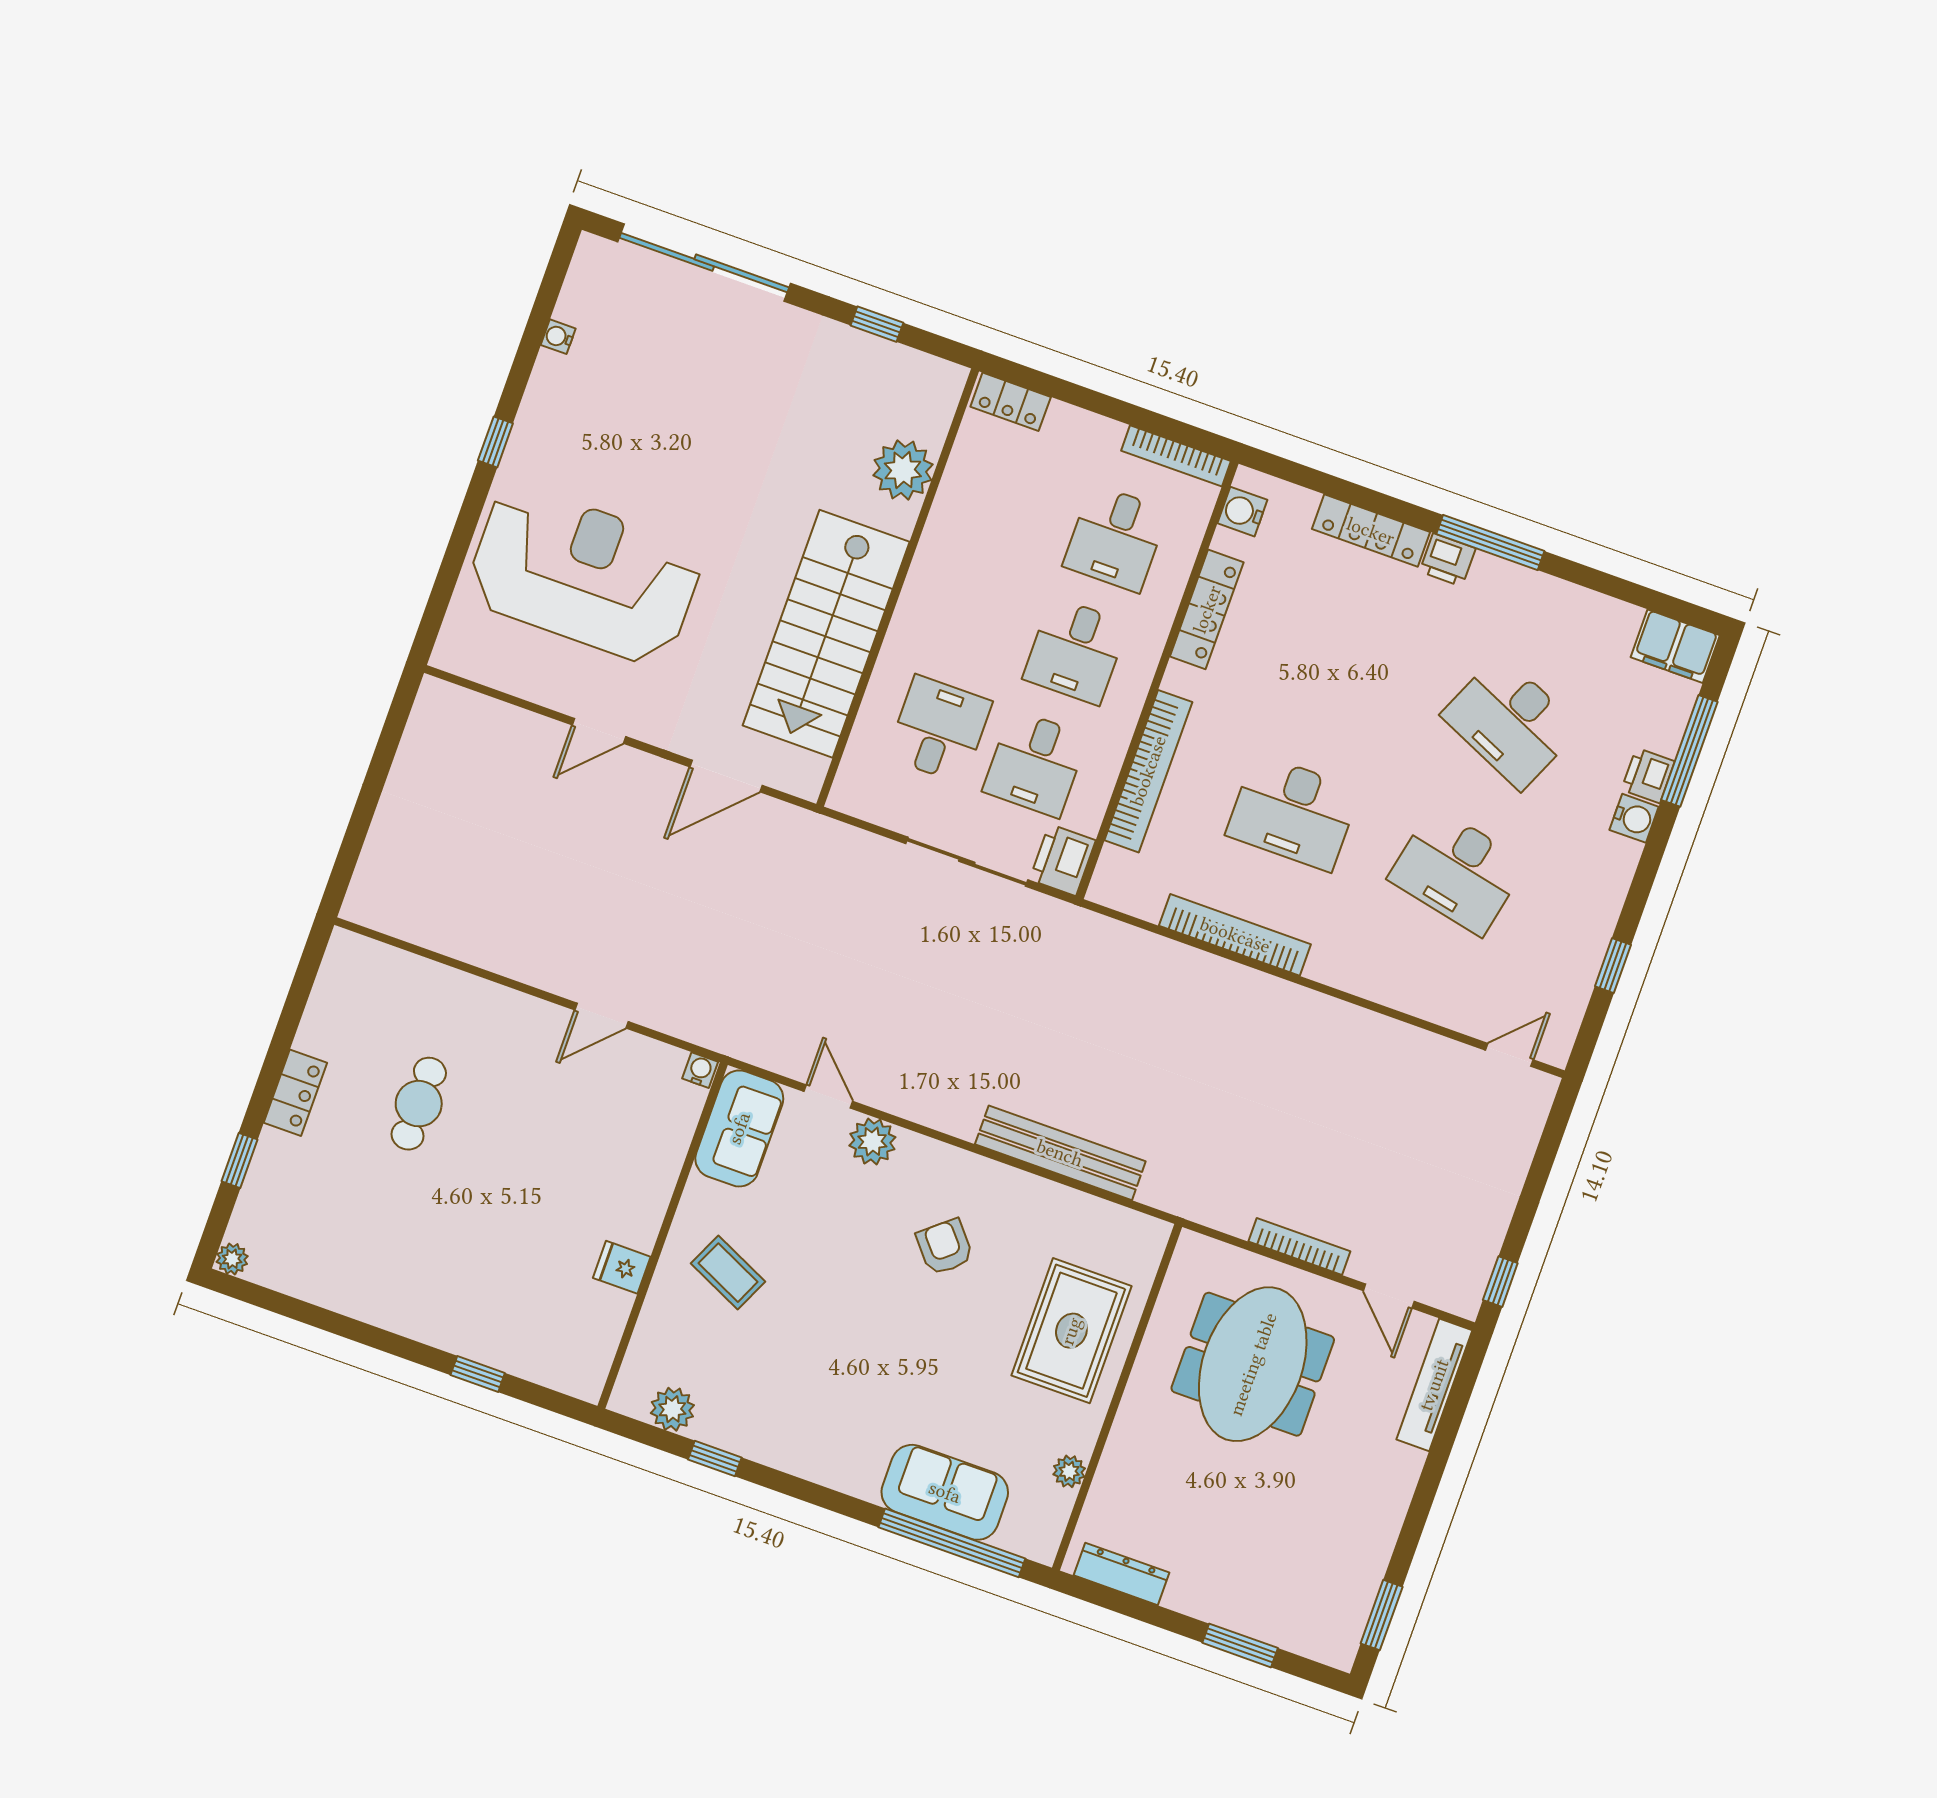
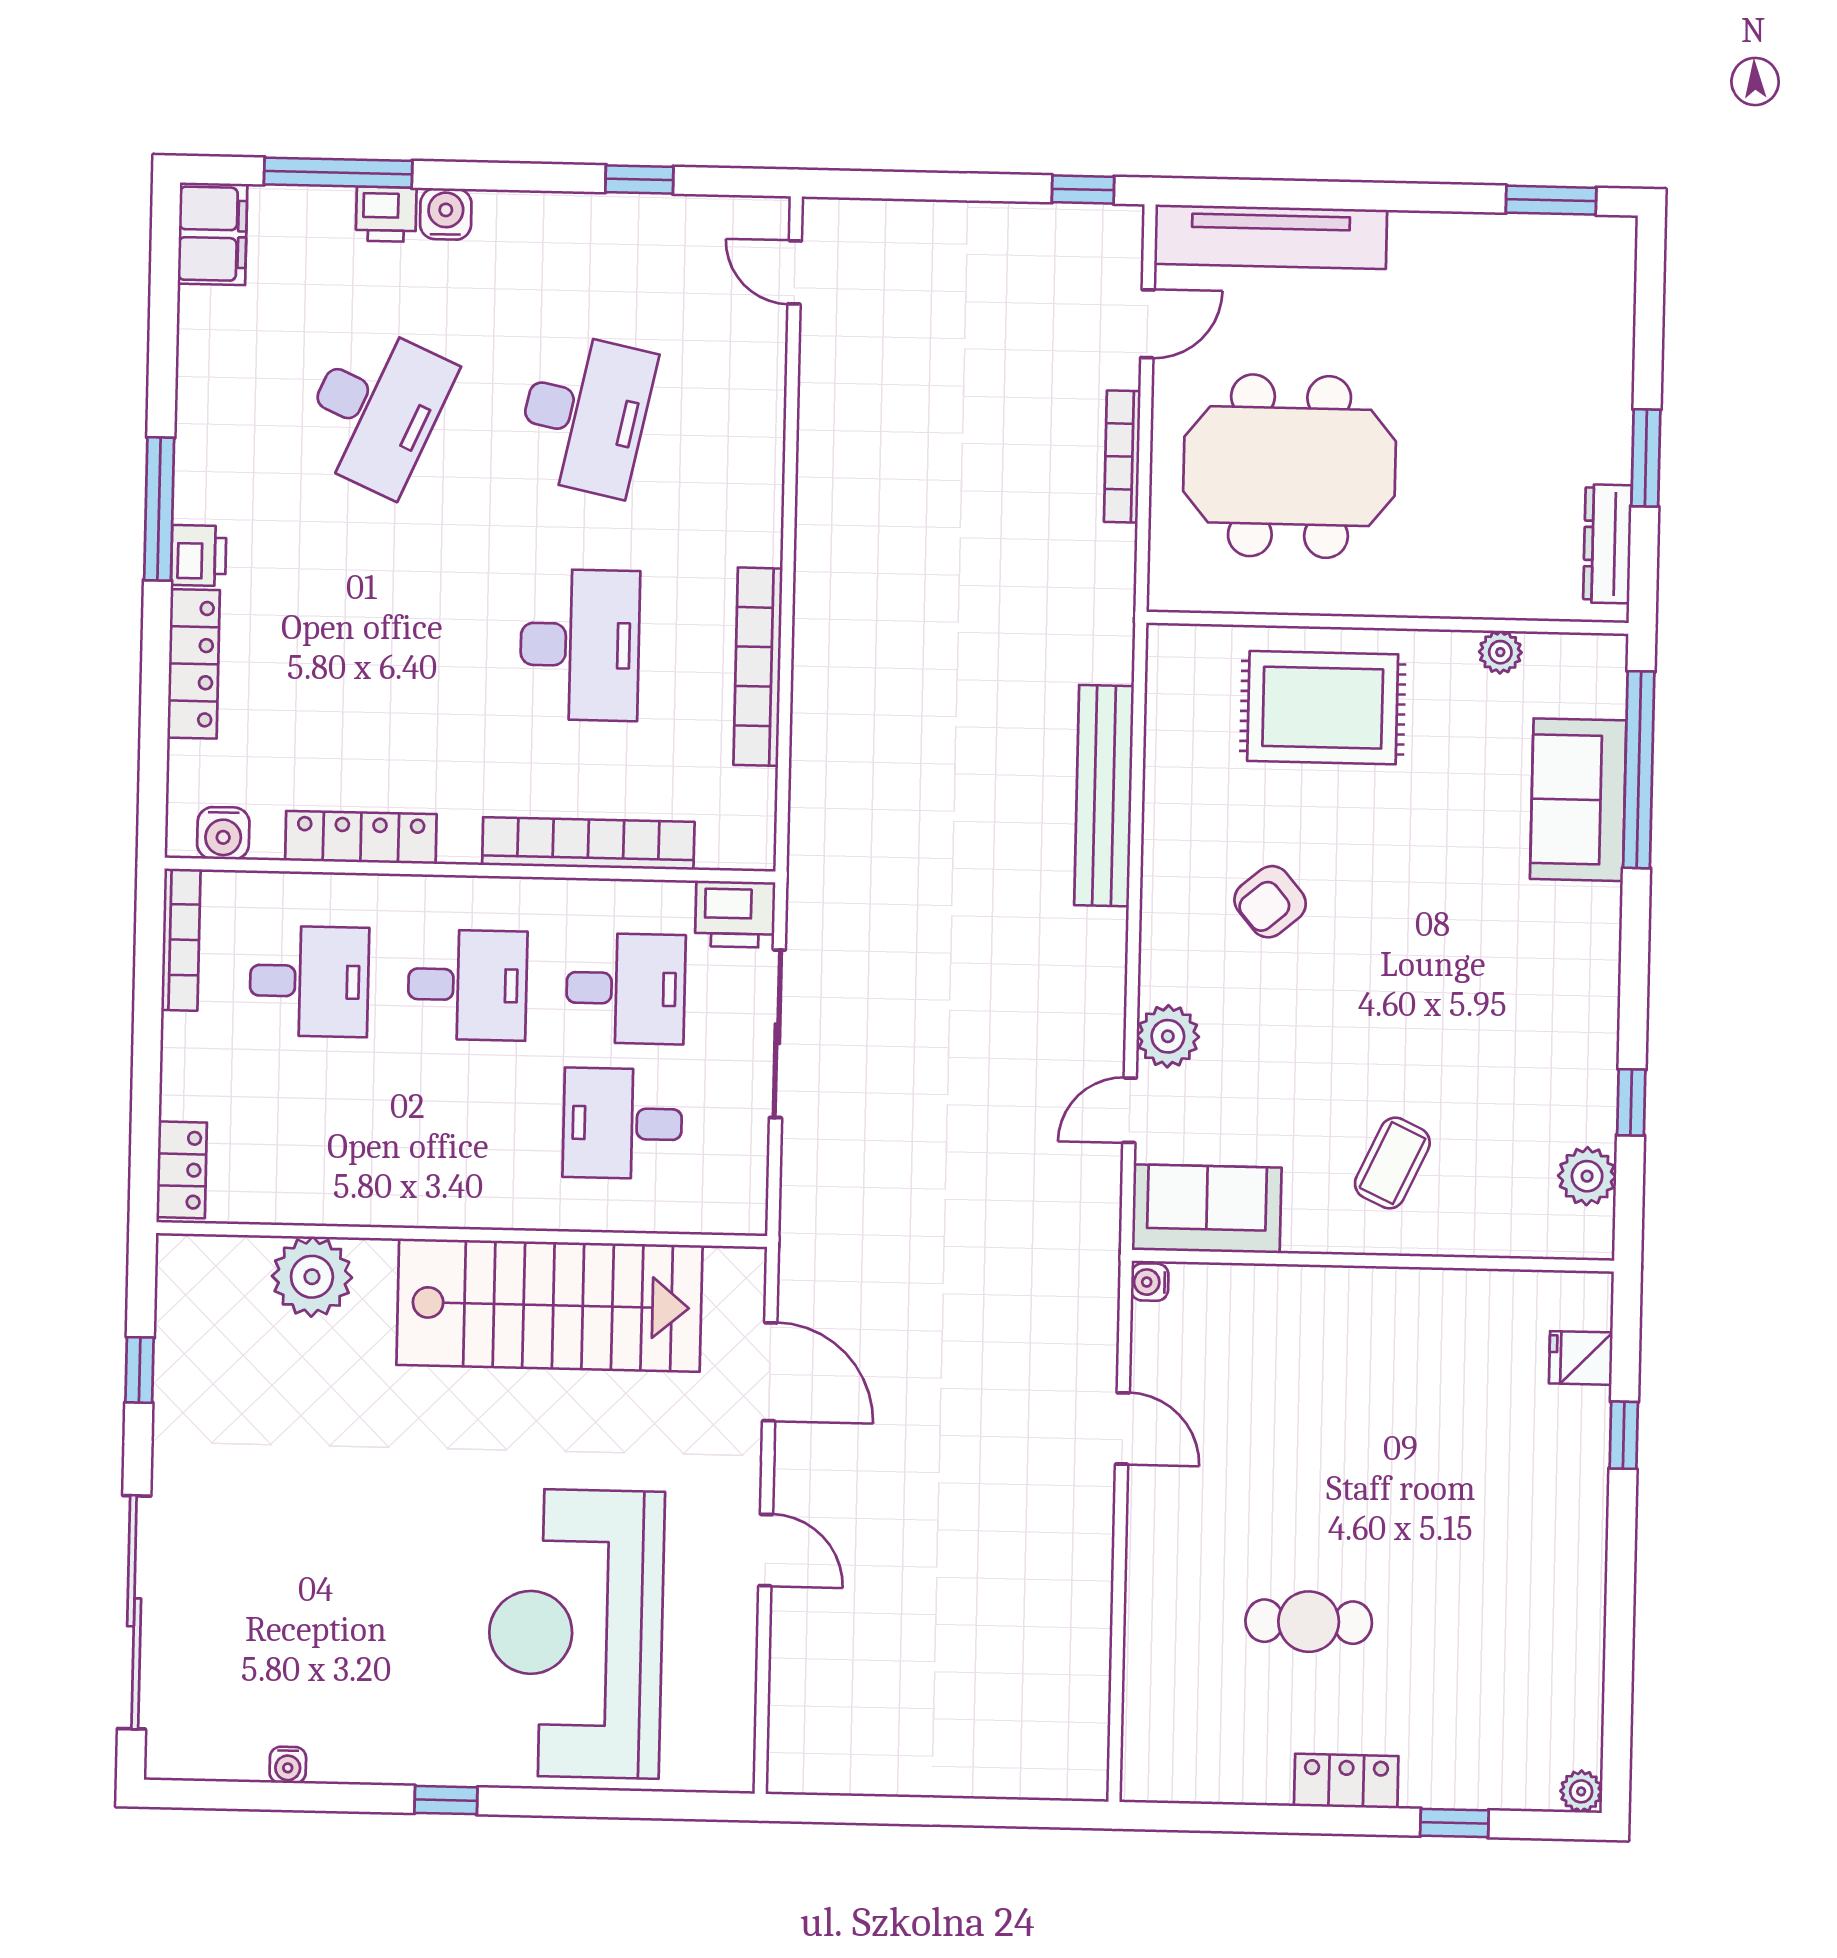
fridge: (622, 1267) -> (1581, 1358), moved, turned 90
tv unit: (1434, 1385) -> (1271, 237), width x1.36, depth x1.29
window: (1240, 1645) -> (1646, 458), moved

